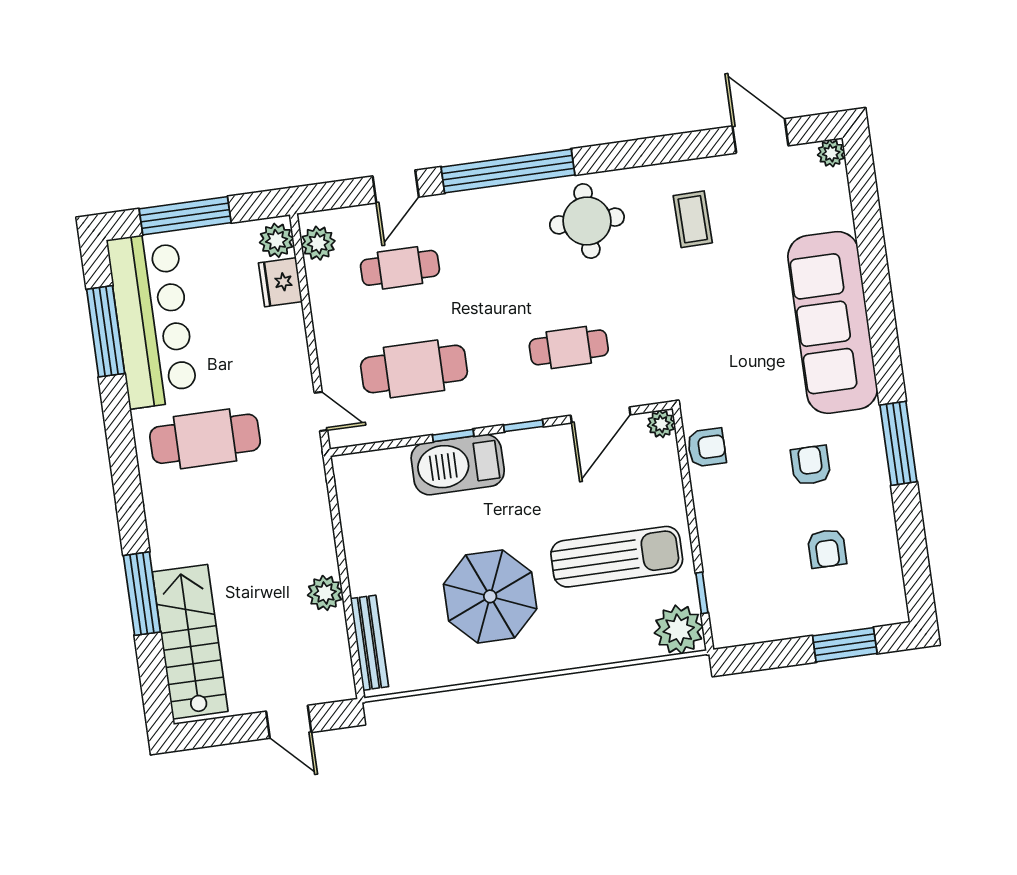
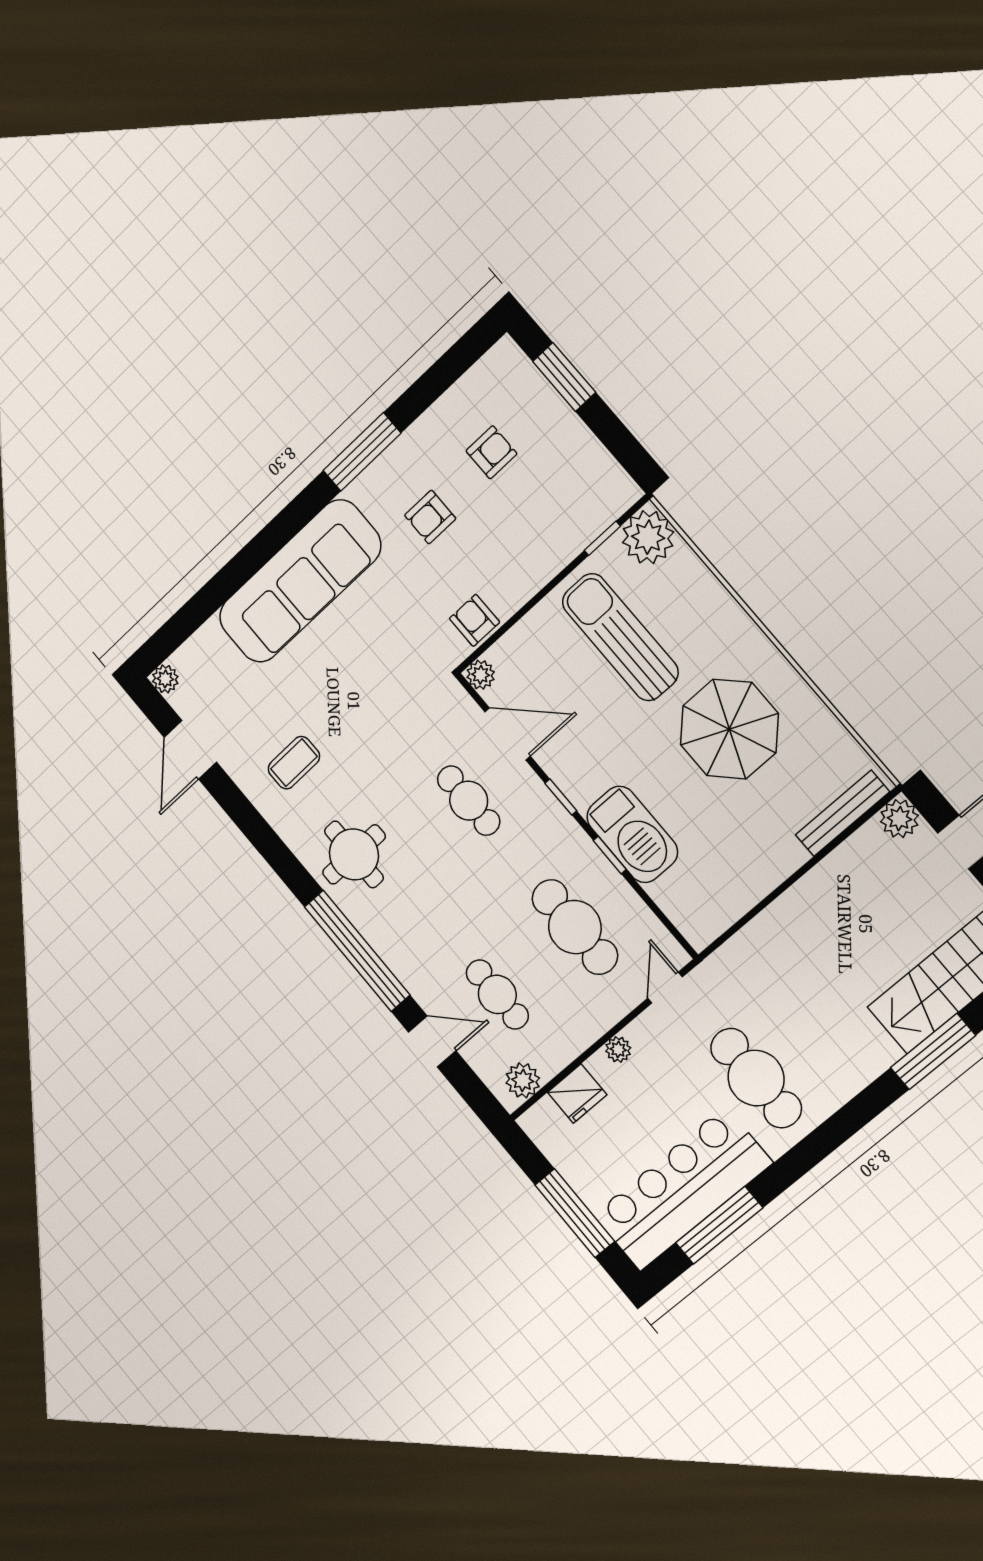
plant: (277, 240) -> (618, 1049), moved, width x0.73, depth x0.73
plant: (325, 593) -> (899, 819), moved

